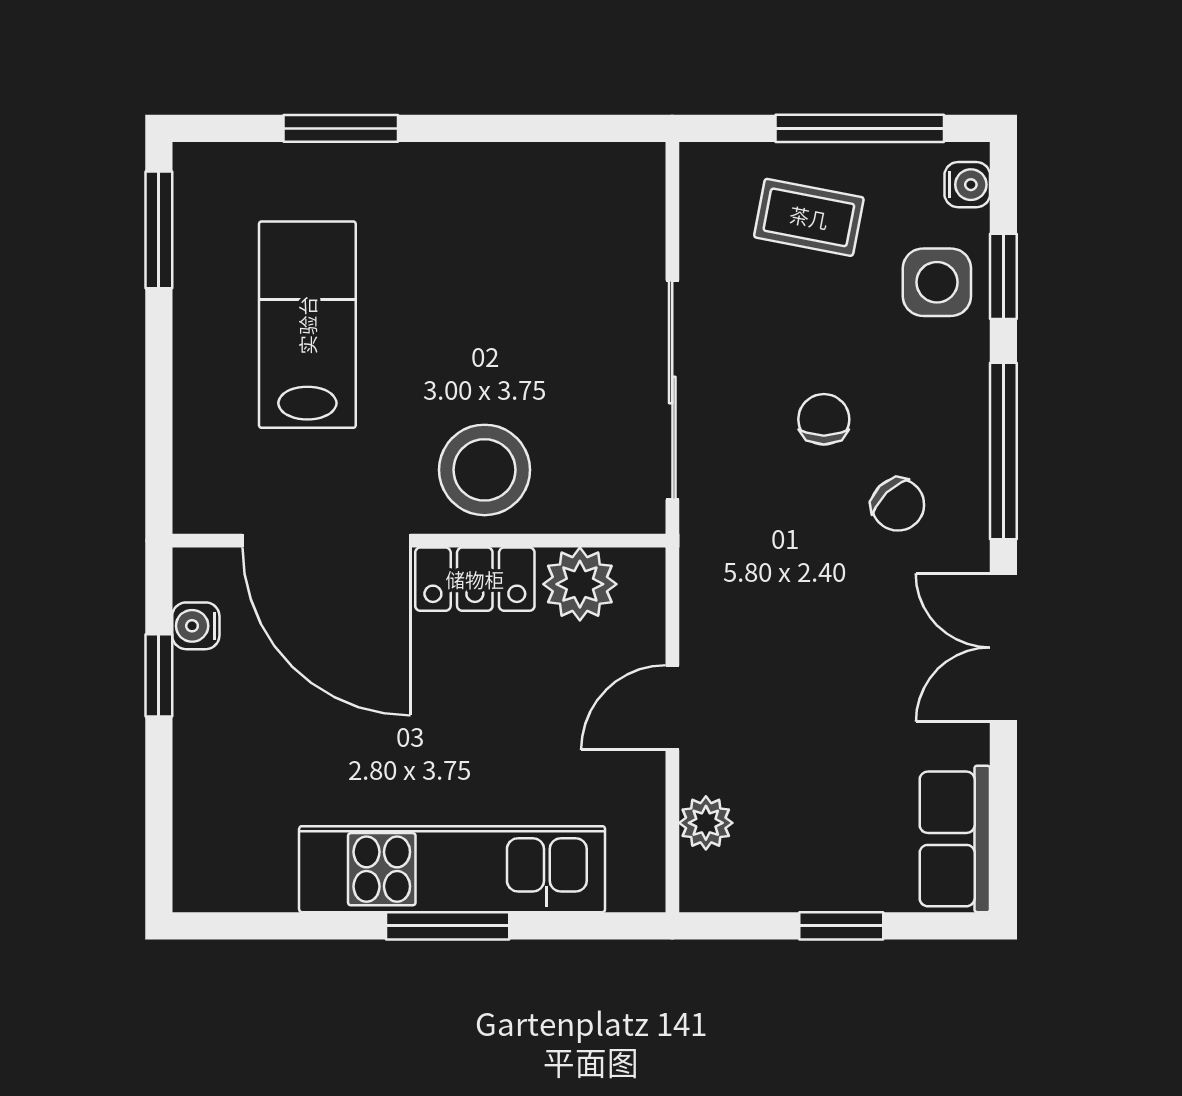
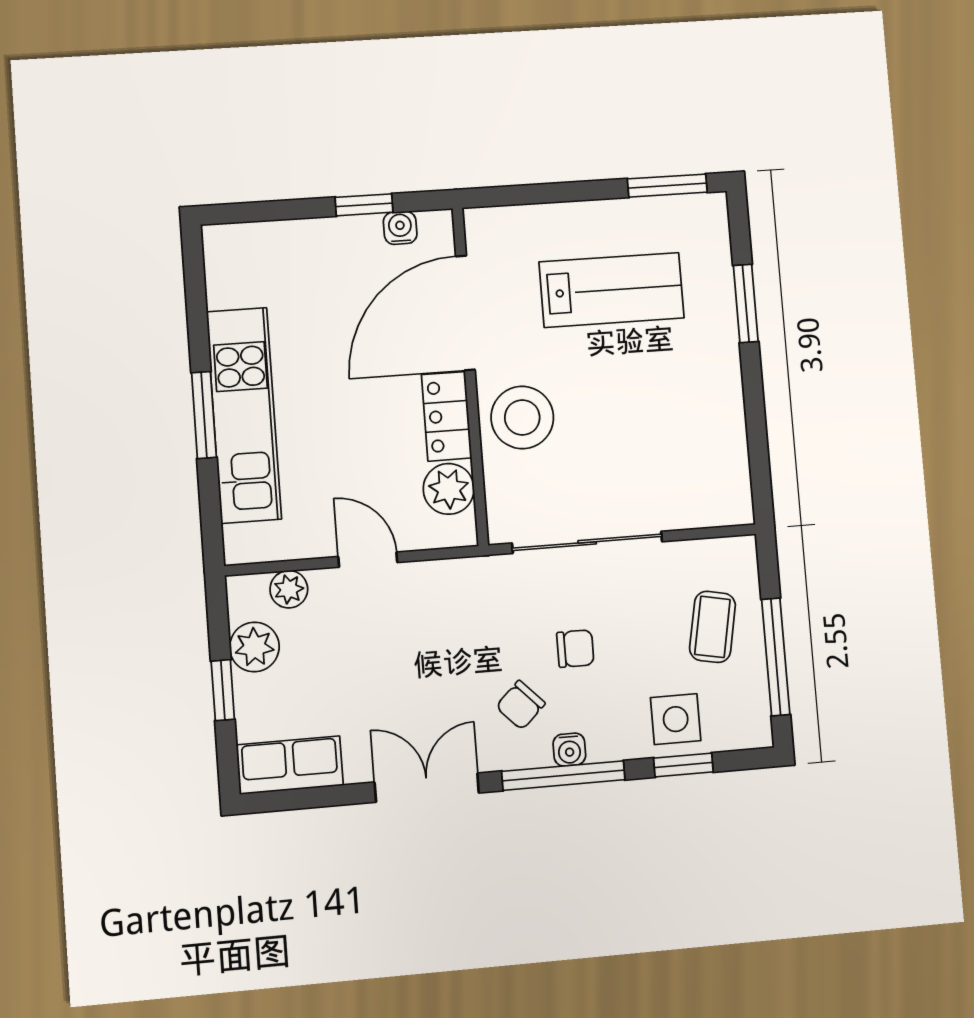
water cooler: (967, 185) -> (569, 750), moved
plant: (784, 877) -> (254, 647), added

